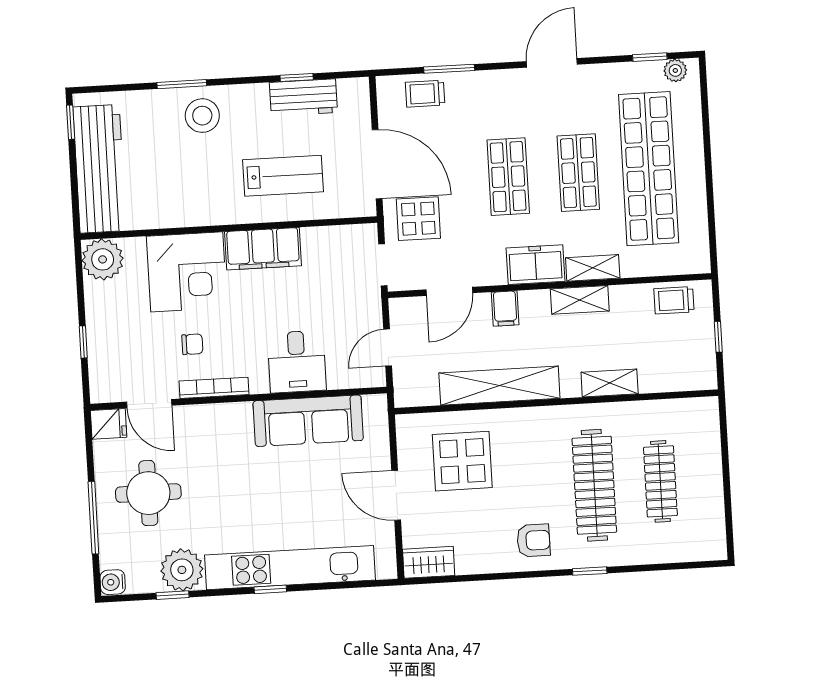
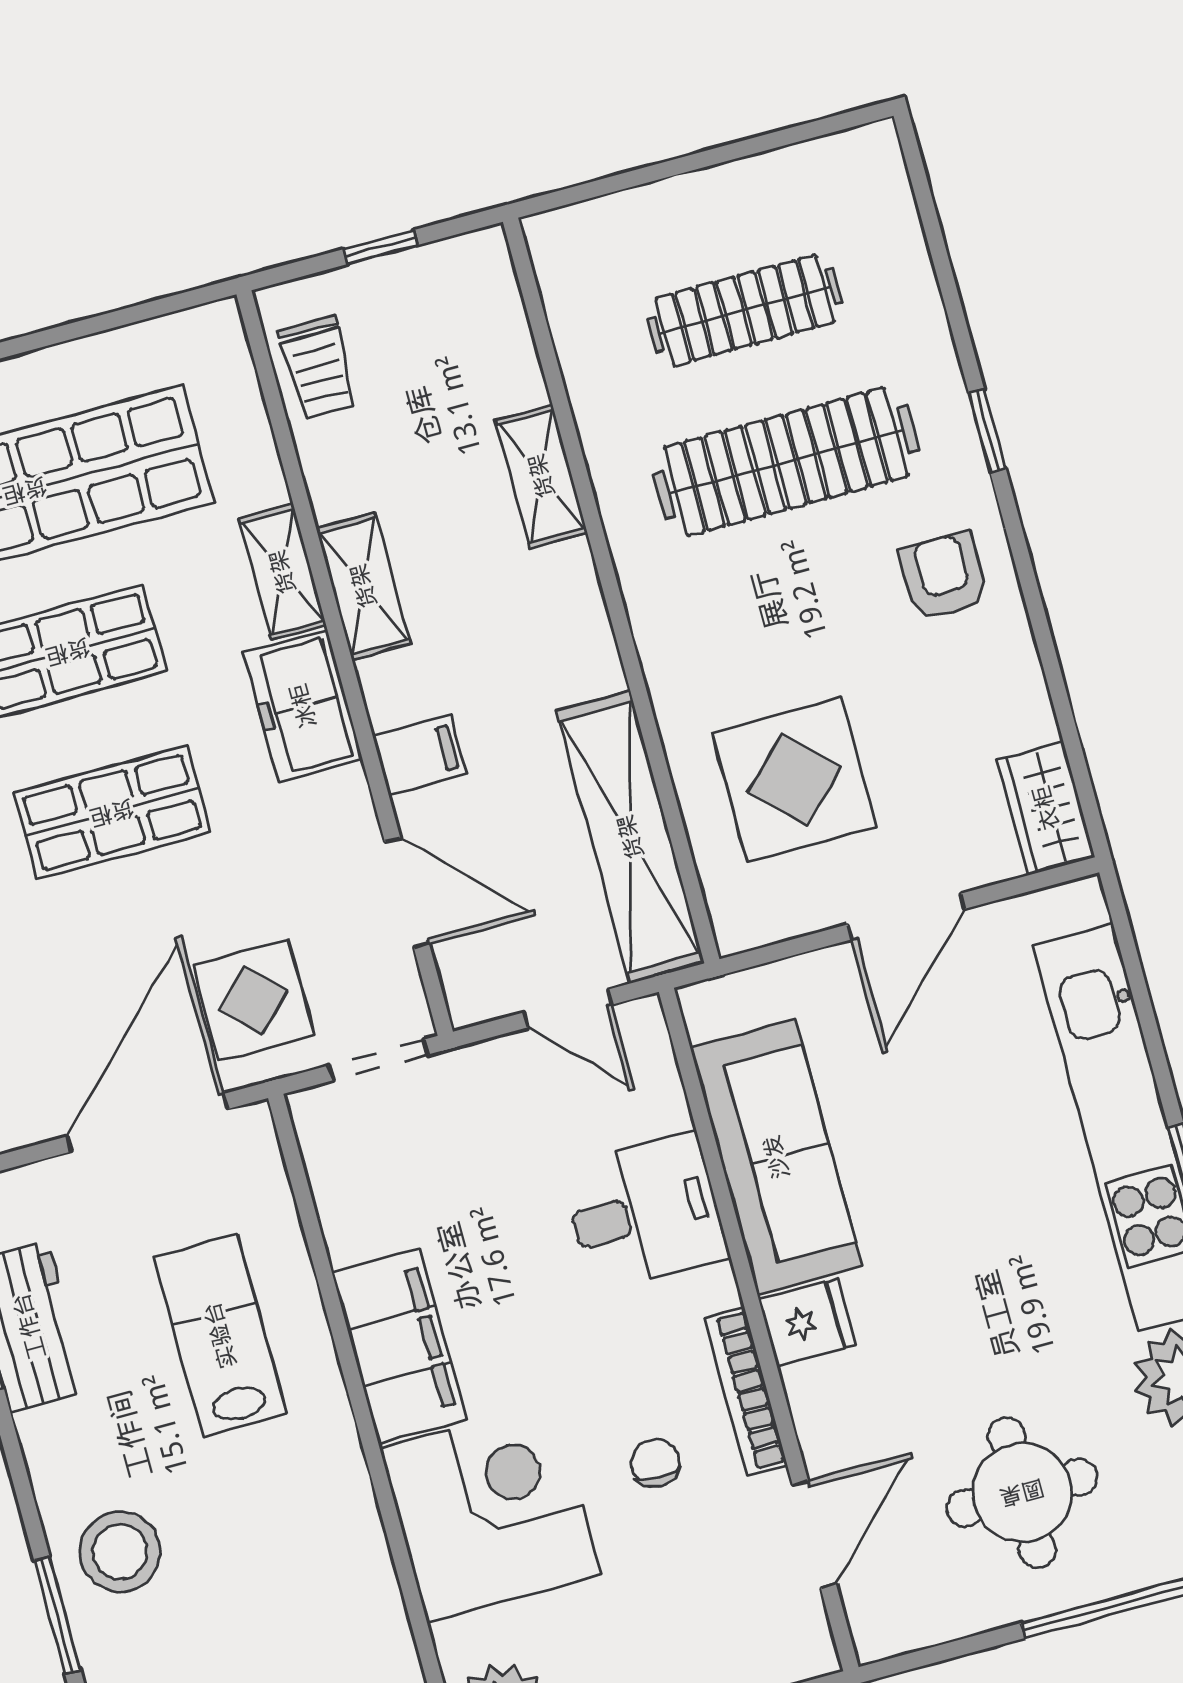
shelving: (499, 386) -> (630, 837), moved
fridge: (109, 424) -> (807, 1322), moved, turned 90

